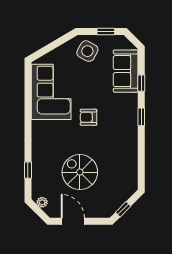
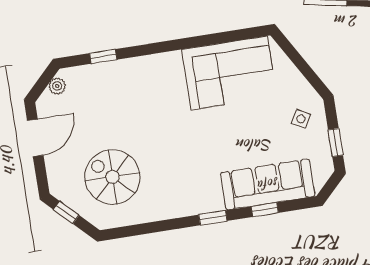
side table: (87, 51) -> (301, 119), width x0.54, depth x0.54
sofa: (126, 71) -> (268, 184), width x1.36
armchair: (89, 117) -> (199, 137), removed
spiral stairs: (80, 172) -> (112, 177), moved, turned -90

